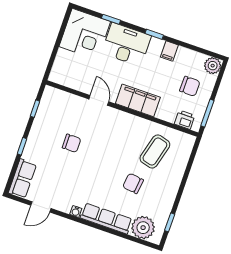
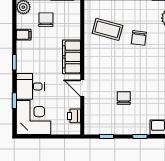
desk: (126, 44) -> (30, 86), width x0.73
filing cabinet: (169, 51) -> (24, 35), moved
door: (99, 100) -> (82, 88), hinge flipped
printer: (185, 120) -> (74, 116), moved

